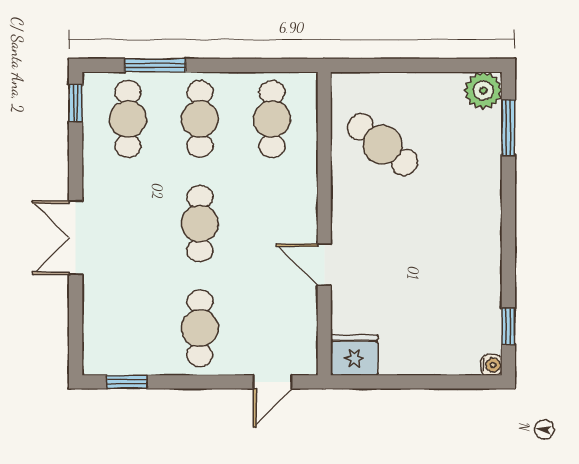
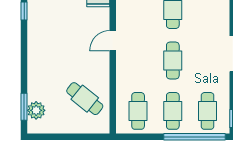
window: (155, 65) -> (194, 137), width x2.11
plant: (483, 90) -> (36, 110), moved
door: (324, 265) -> (113, 41), swing flipped

